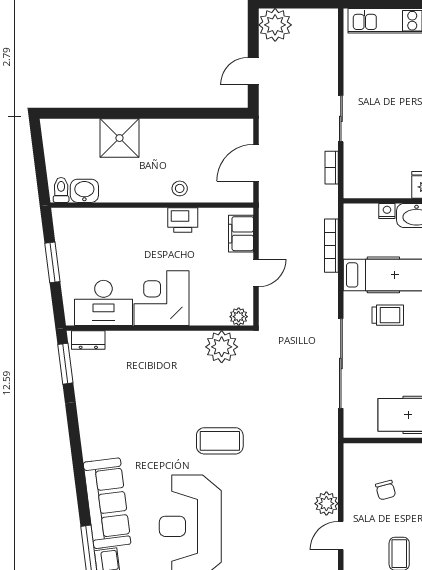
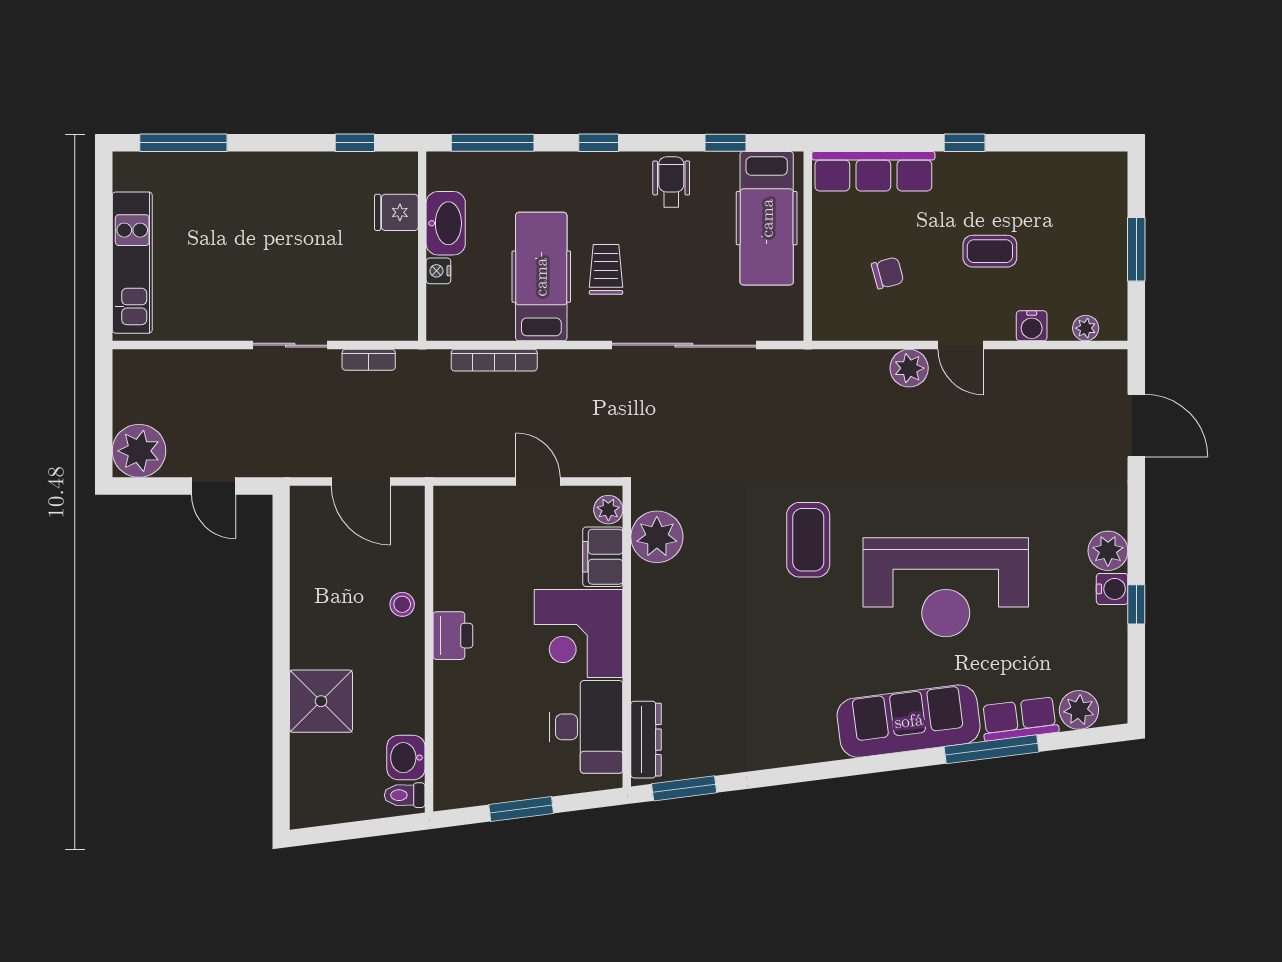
printer: (183, 220) -> (453, 636), moved
filing cabinet: (241, 234) -> (603, 557), moved, turned 90
dresser: (88, 340) -> (646, 740), width x1.44

